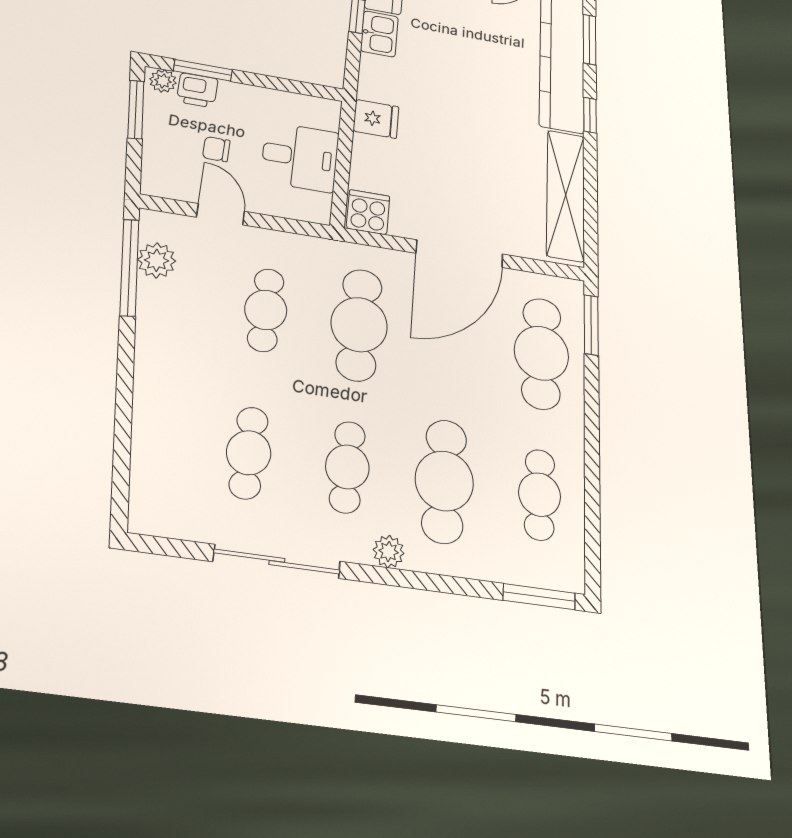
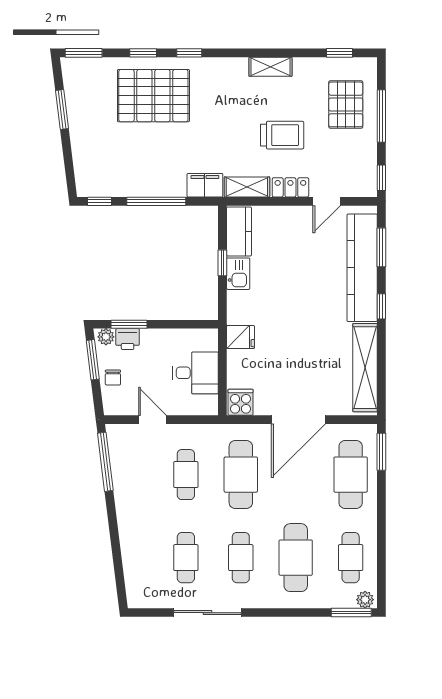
chair: (216, 149) -> (113, 377), moved, turned -90
plant: (157, 260) -> (120, 455), removed
plant: (389, 552) -> (365, 600), moved

